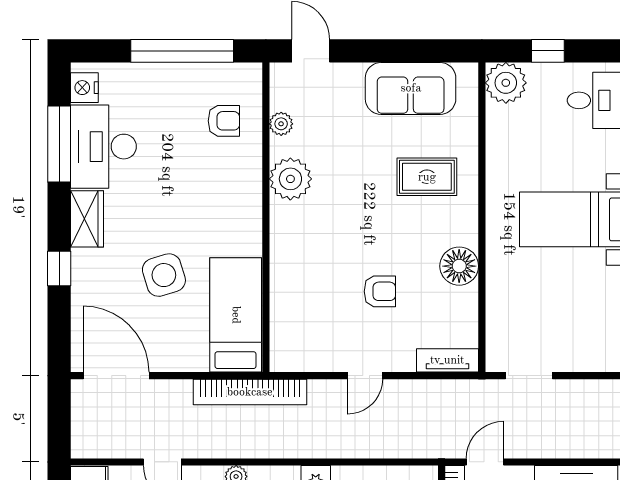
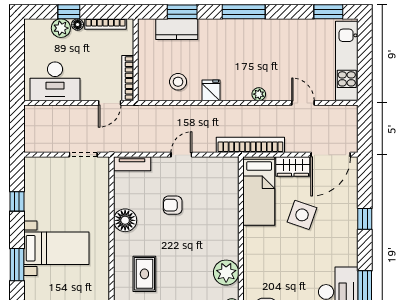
rug: (427, 177) -> (144, 274), turned 90
wardrobe: (87, 219) -> (293, 167), moved, turned -90
side table: (164, 275) -> (302, 215), turned 36
door: (116, 376) -> (331, 155), hinge flipped

